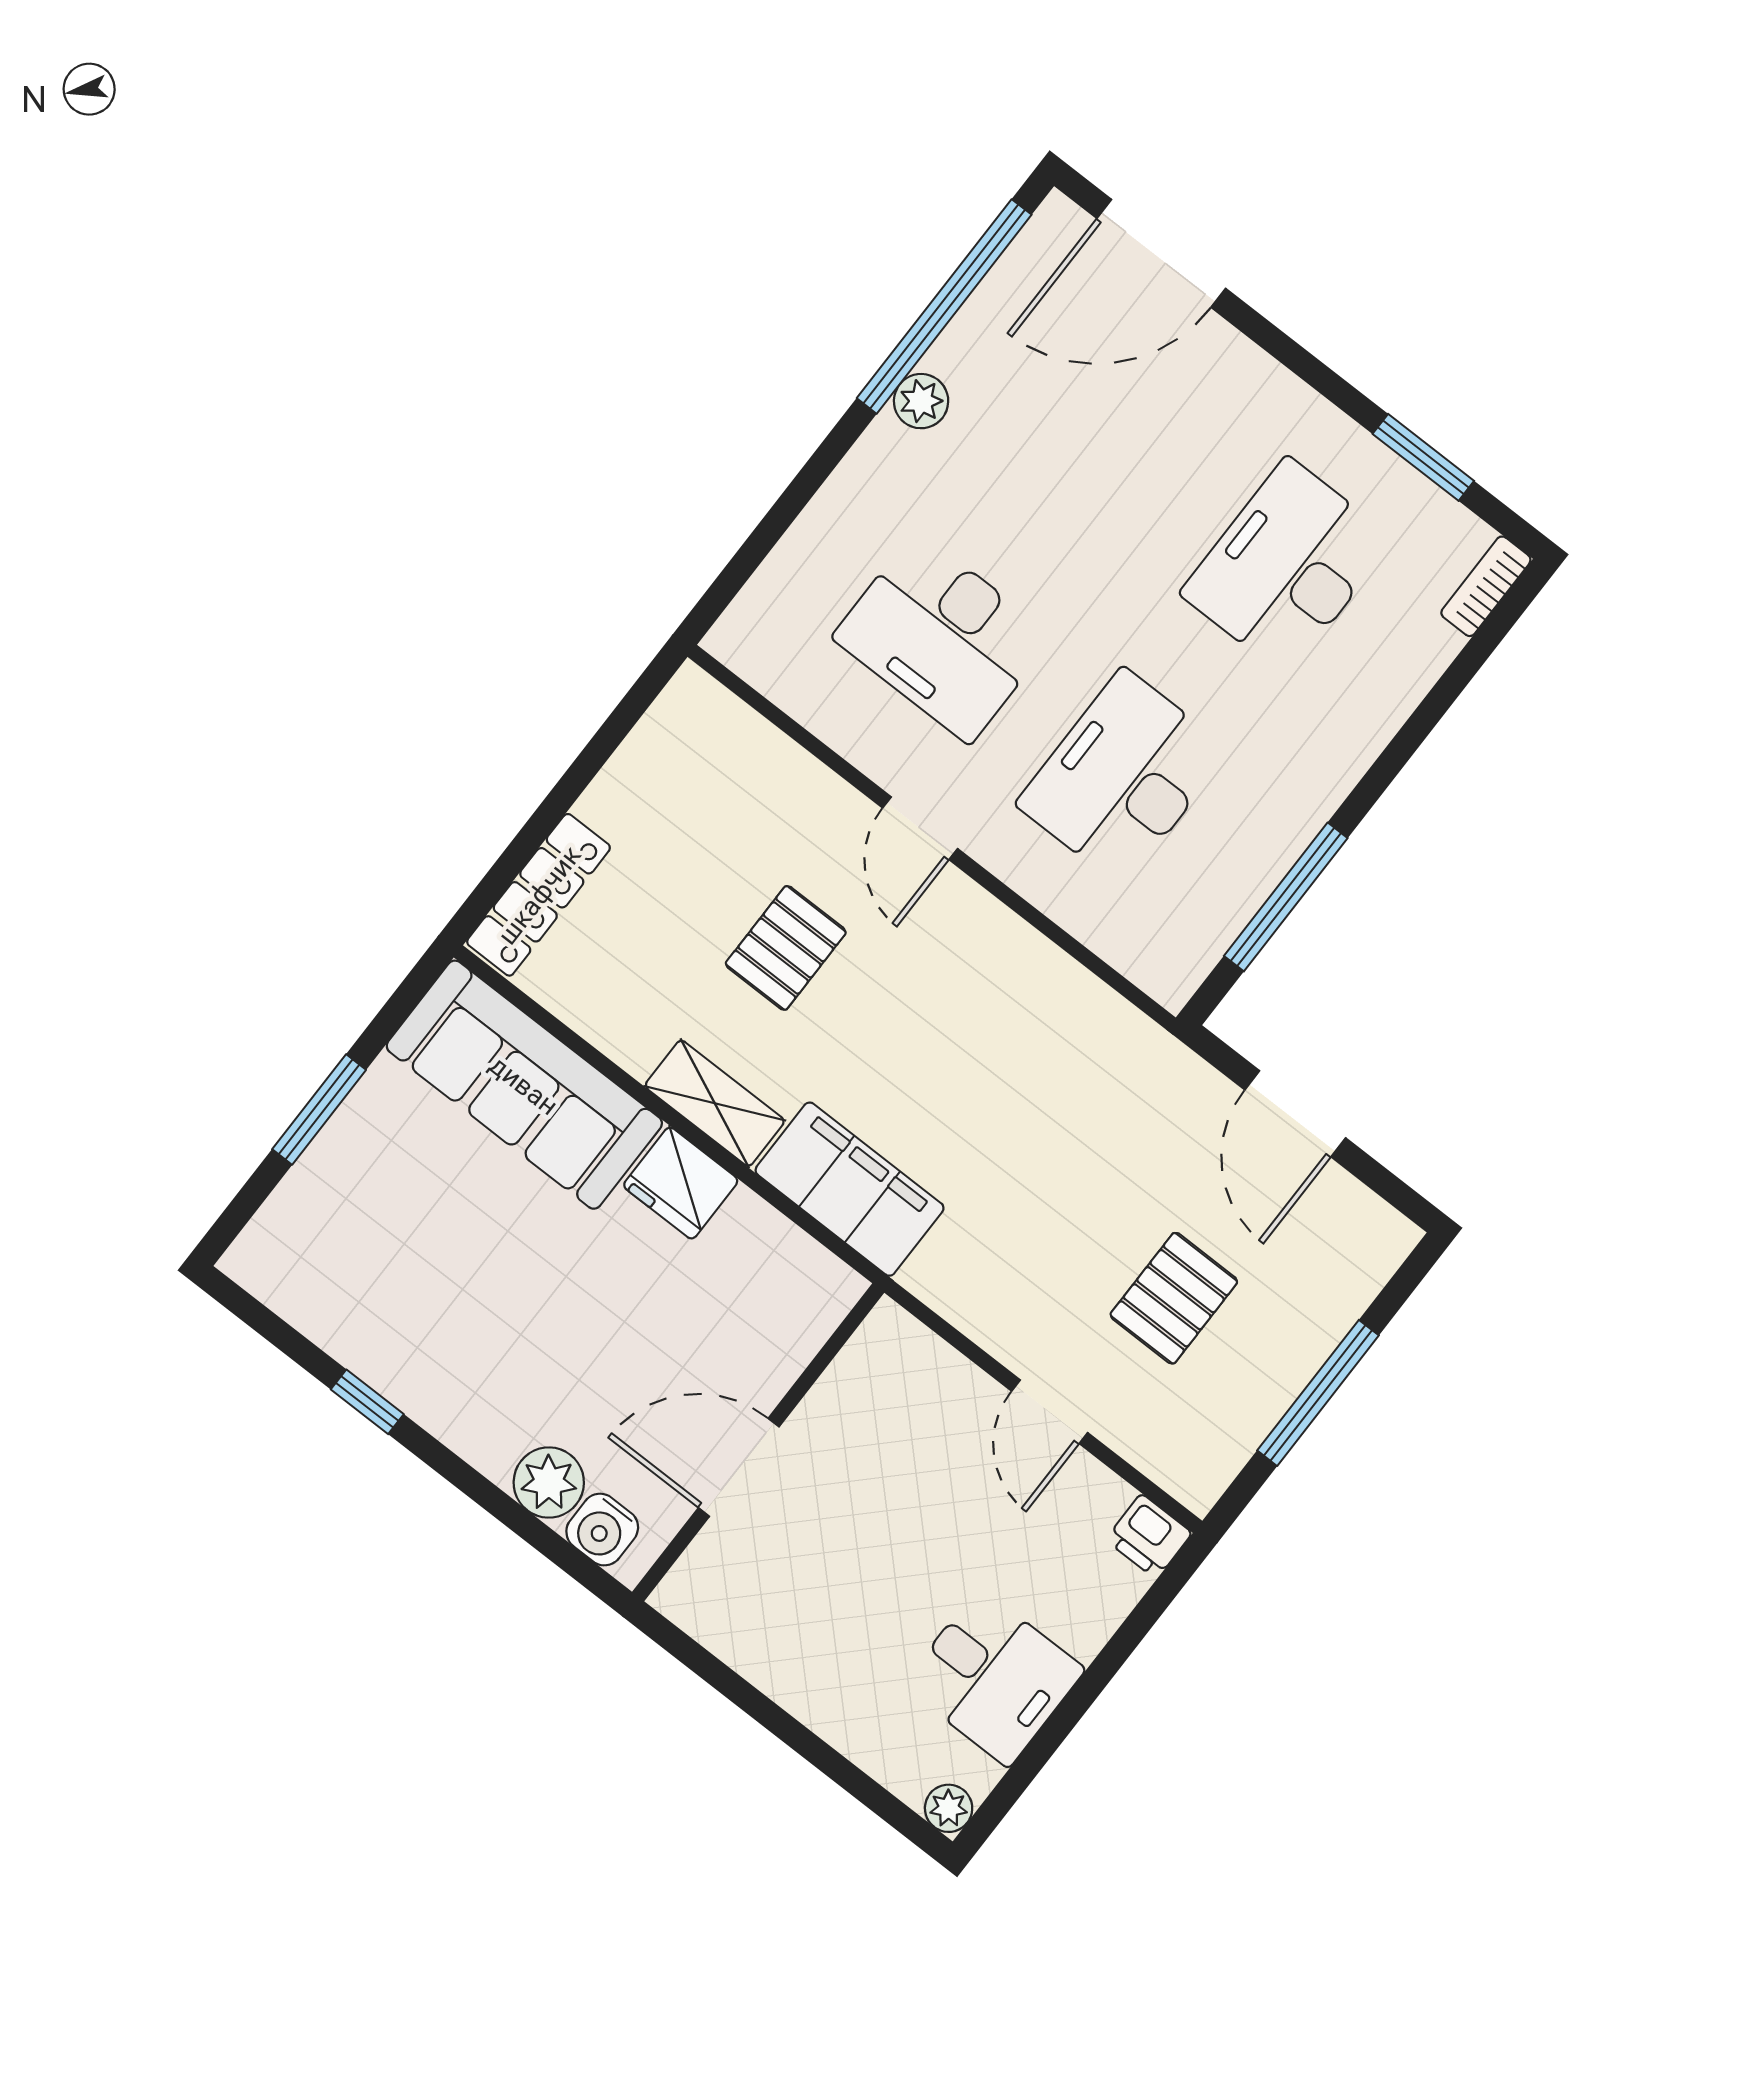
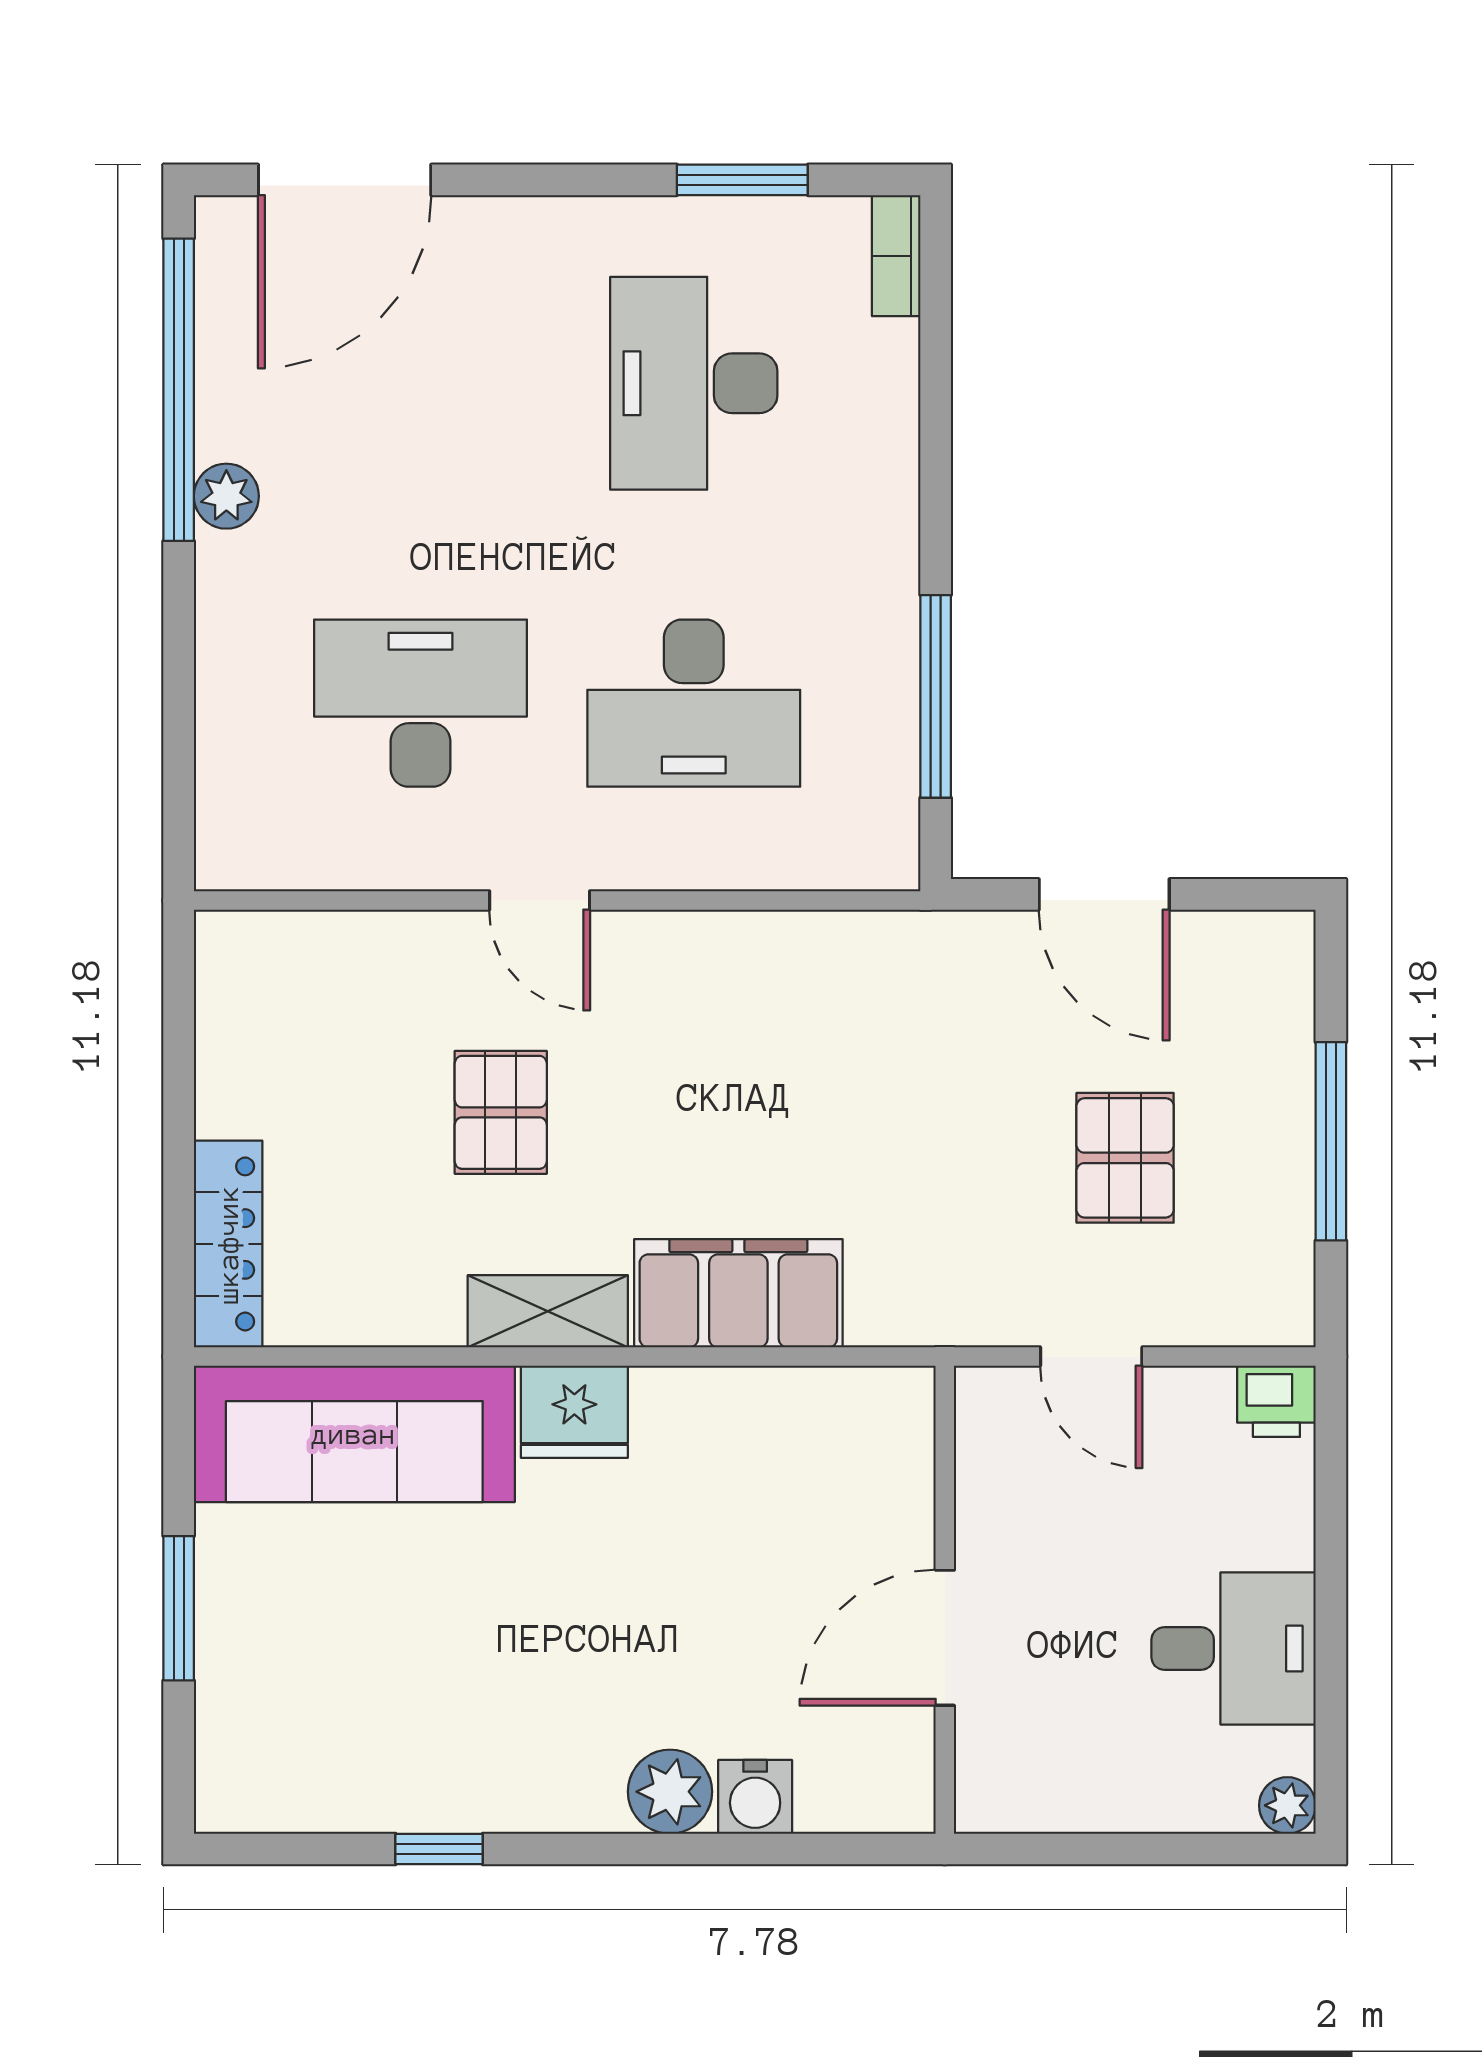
desk: (943, 637) -> (420, 703), turned 180
desk: (1123, 777) -> (694, 703), turned -90
wall: (758, 1442) -> (945, 1600), moved
door: (739, 1467) -> (945, 1638), moved

